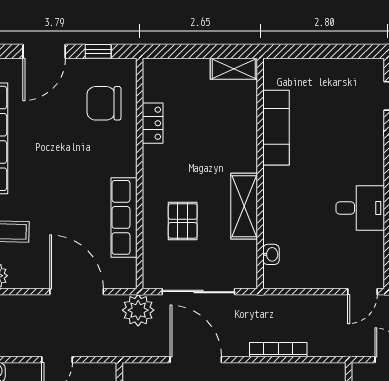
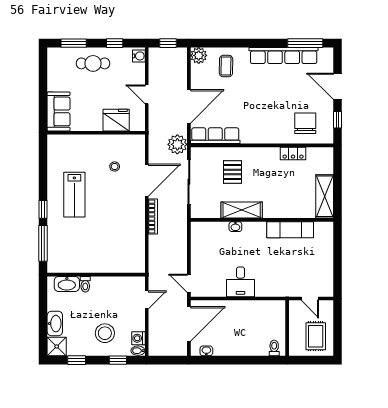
shelving: (234, 69) -> (325, 196), width x1.50, depth x1.33
row of seats: (124, 217) -> (215, 136), moved
pallet: (183, 221) -> (233, 172), turned 90
washbasin: (271, 254) -> (235, 227), moved
bookcase: (278, 350) -> (153, 217), moved

